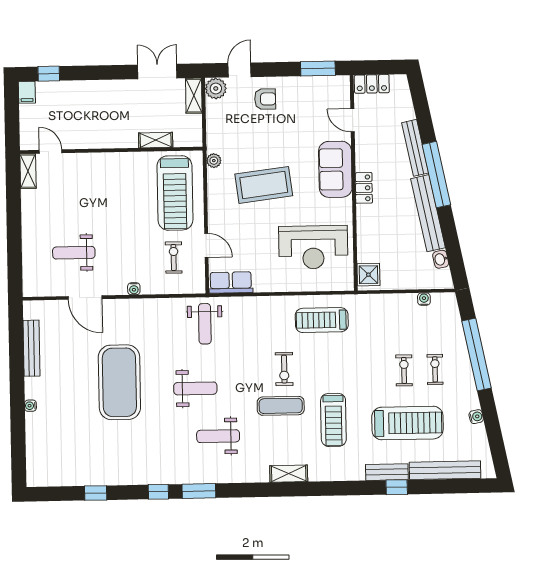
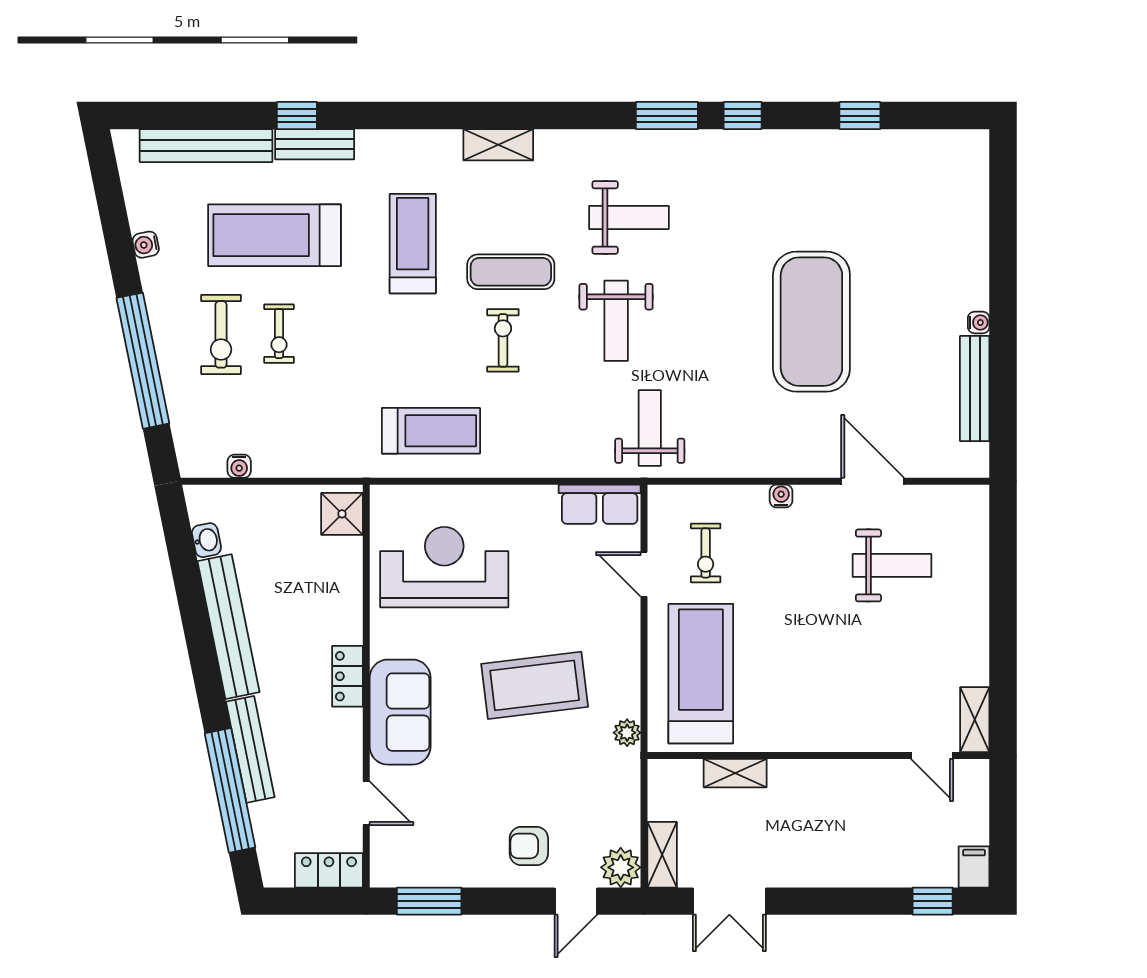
window: (436, 175) -> (230, 790), moved
exercise bike: (435, 369) -> (221, 334), width x1.38, depth x1.39
weight bench: (195, 388) -> (616, 321), moved, turned -90
water cooler: (30, 406) -> (979, 322), moved

